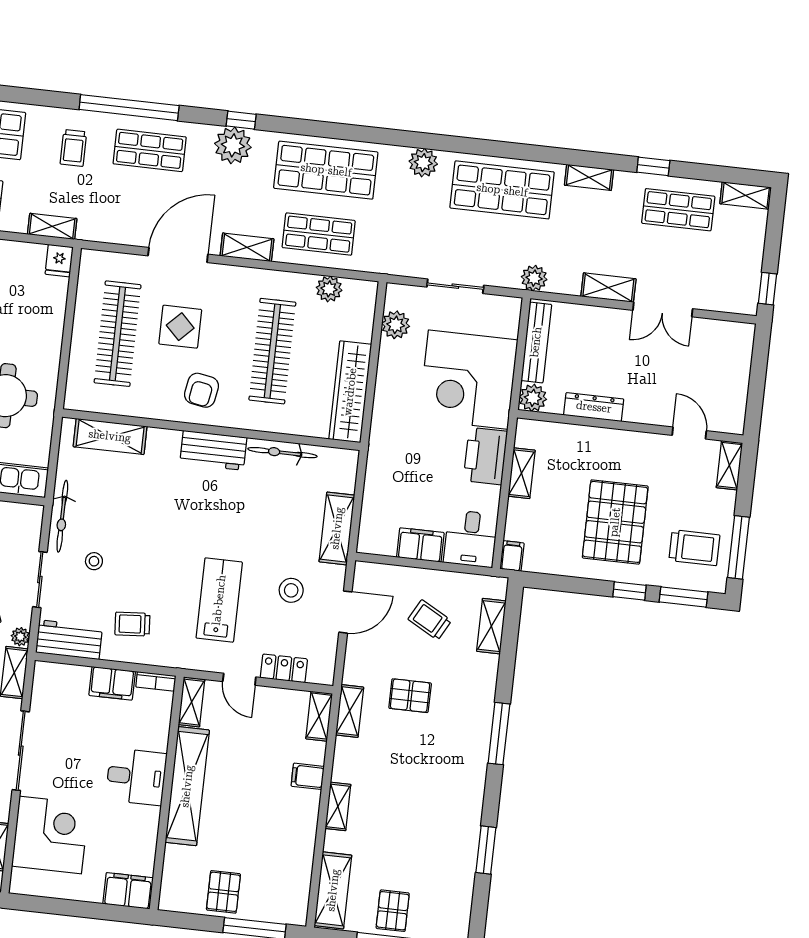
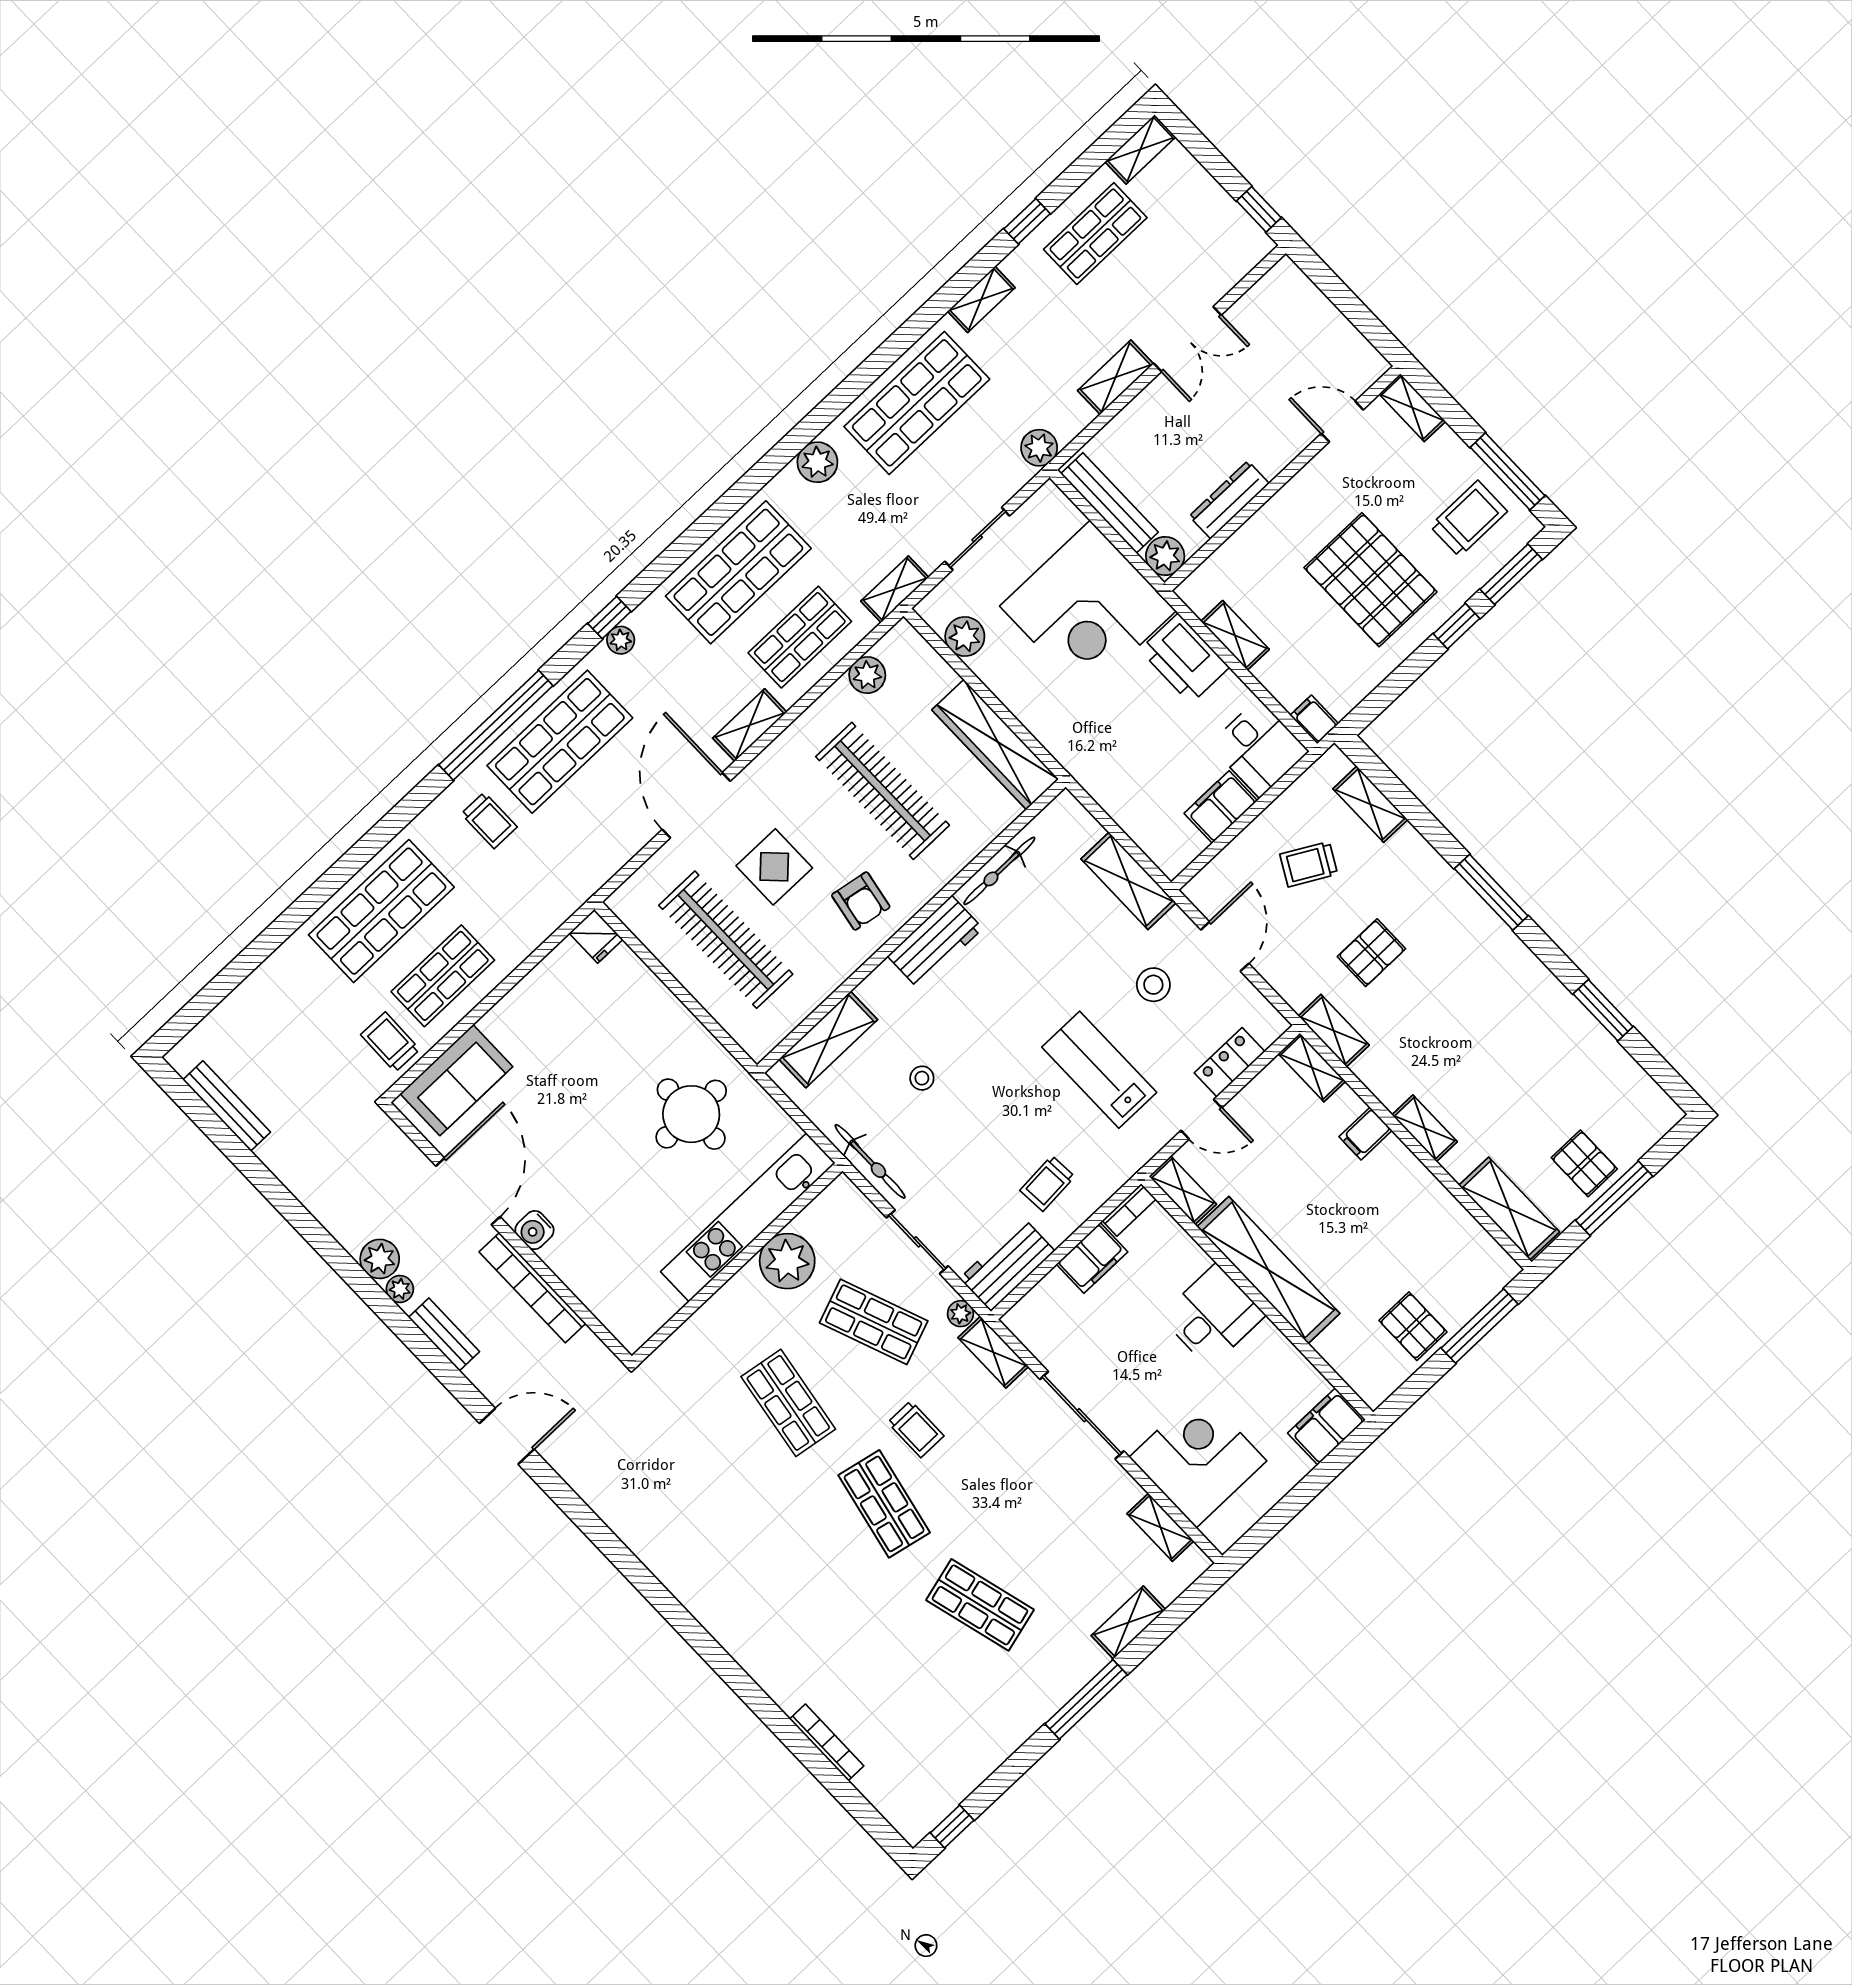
plant: (233, 145) -> (621, 640), width x0.53, depth x0.53
shop shelf: (150, 150) -> (560, 742), width x1.43, depth x1.36
shelving: (52, 226) -> (895, 589), moved
stool: (94, 561) -> (922, 1078), moved

